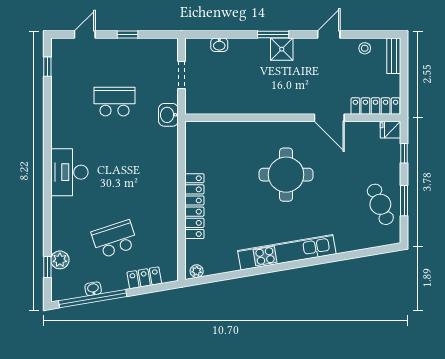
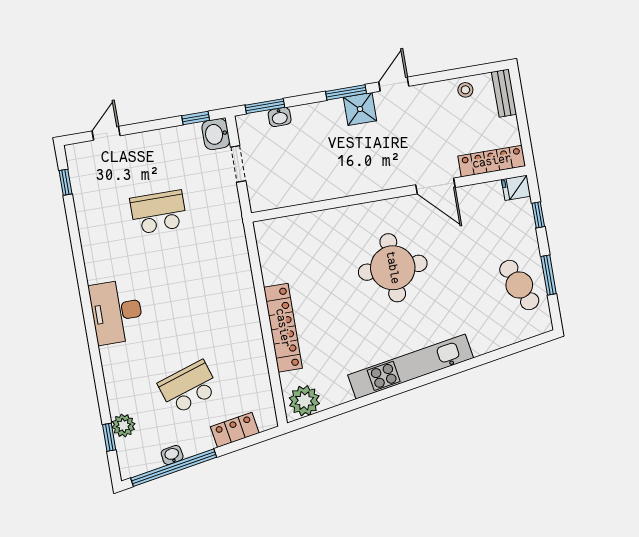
window: (127, 35) -> (196, 118), moved
window: (210, 35) -> (265, 106), added
door: (329, 35) -> (394, 84), moved
washbasin: (168, 115) -> (216, 134), moved
plant: (197, 271) -> (304, 401), width x1.88, depth x1.88

